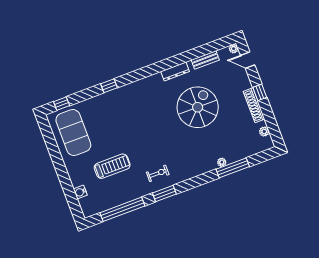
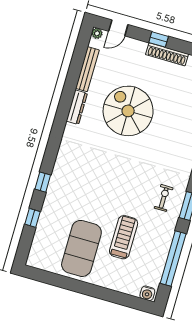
bench: (205, 60) -> (87, 69), width x1.36
window: (62, 104) -> (32, 218), moved
exercise mat: (73, 133) -> (81, 248), moved, turned 90
water cooler: (80, 192) -> (147, 293), moved

